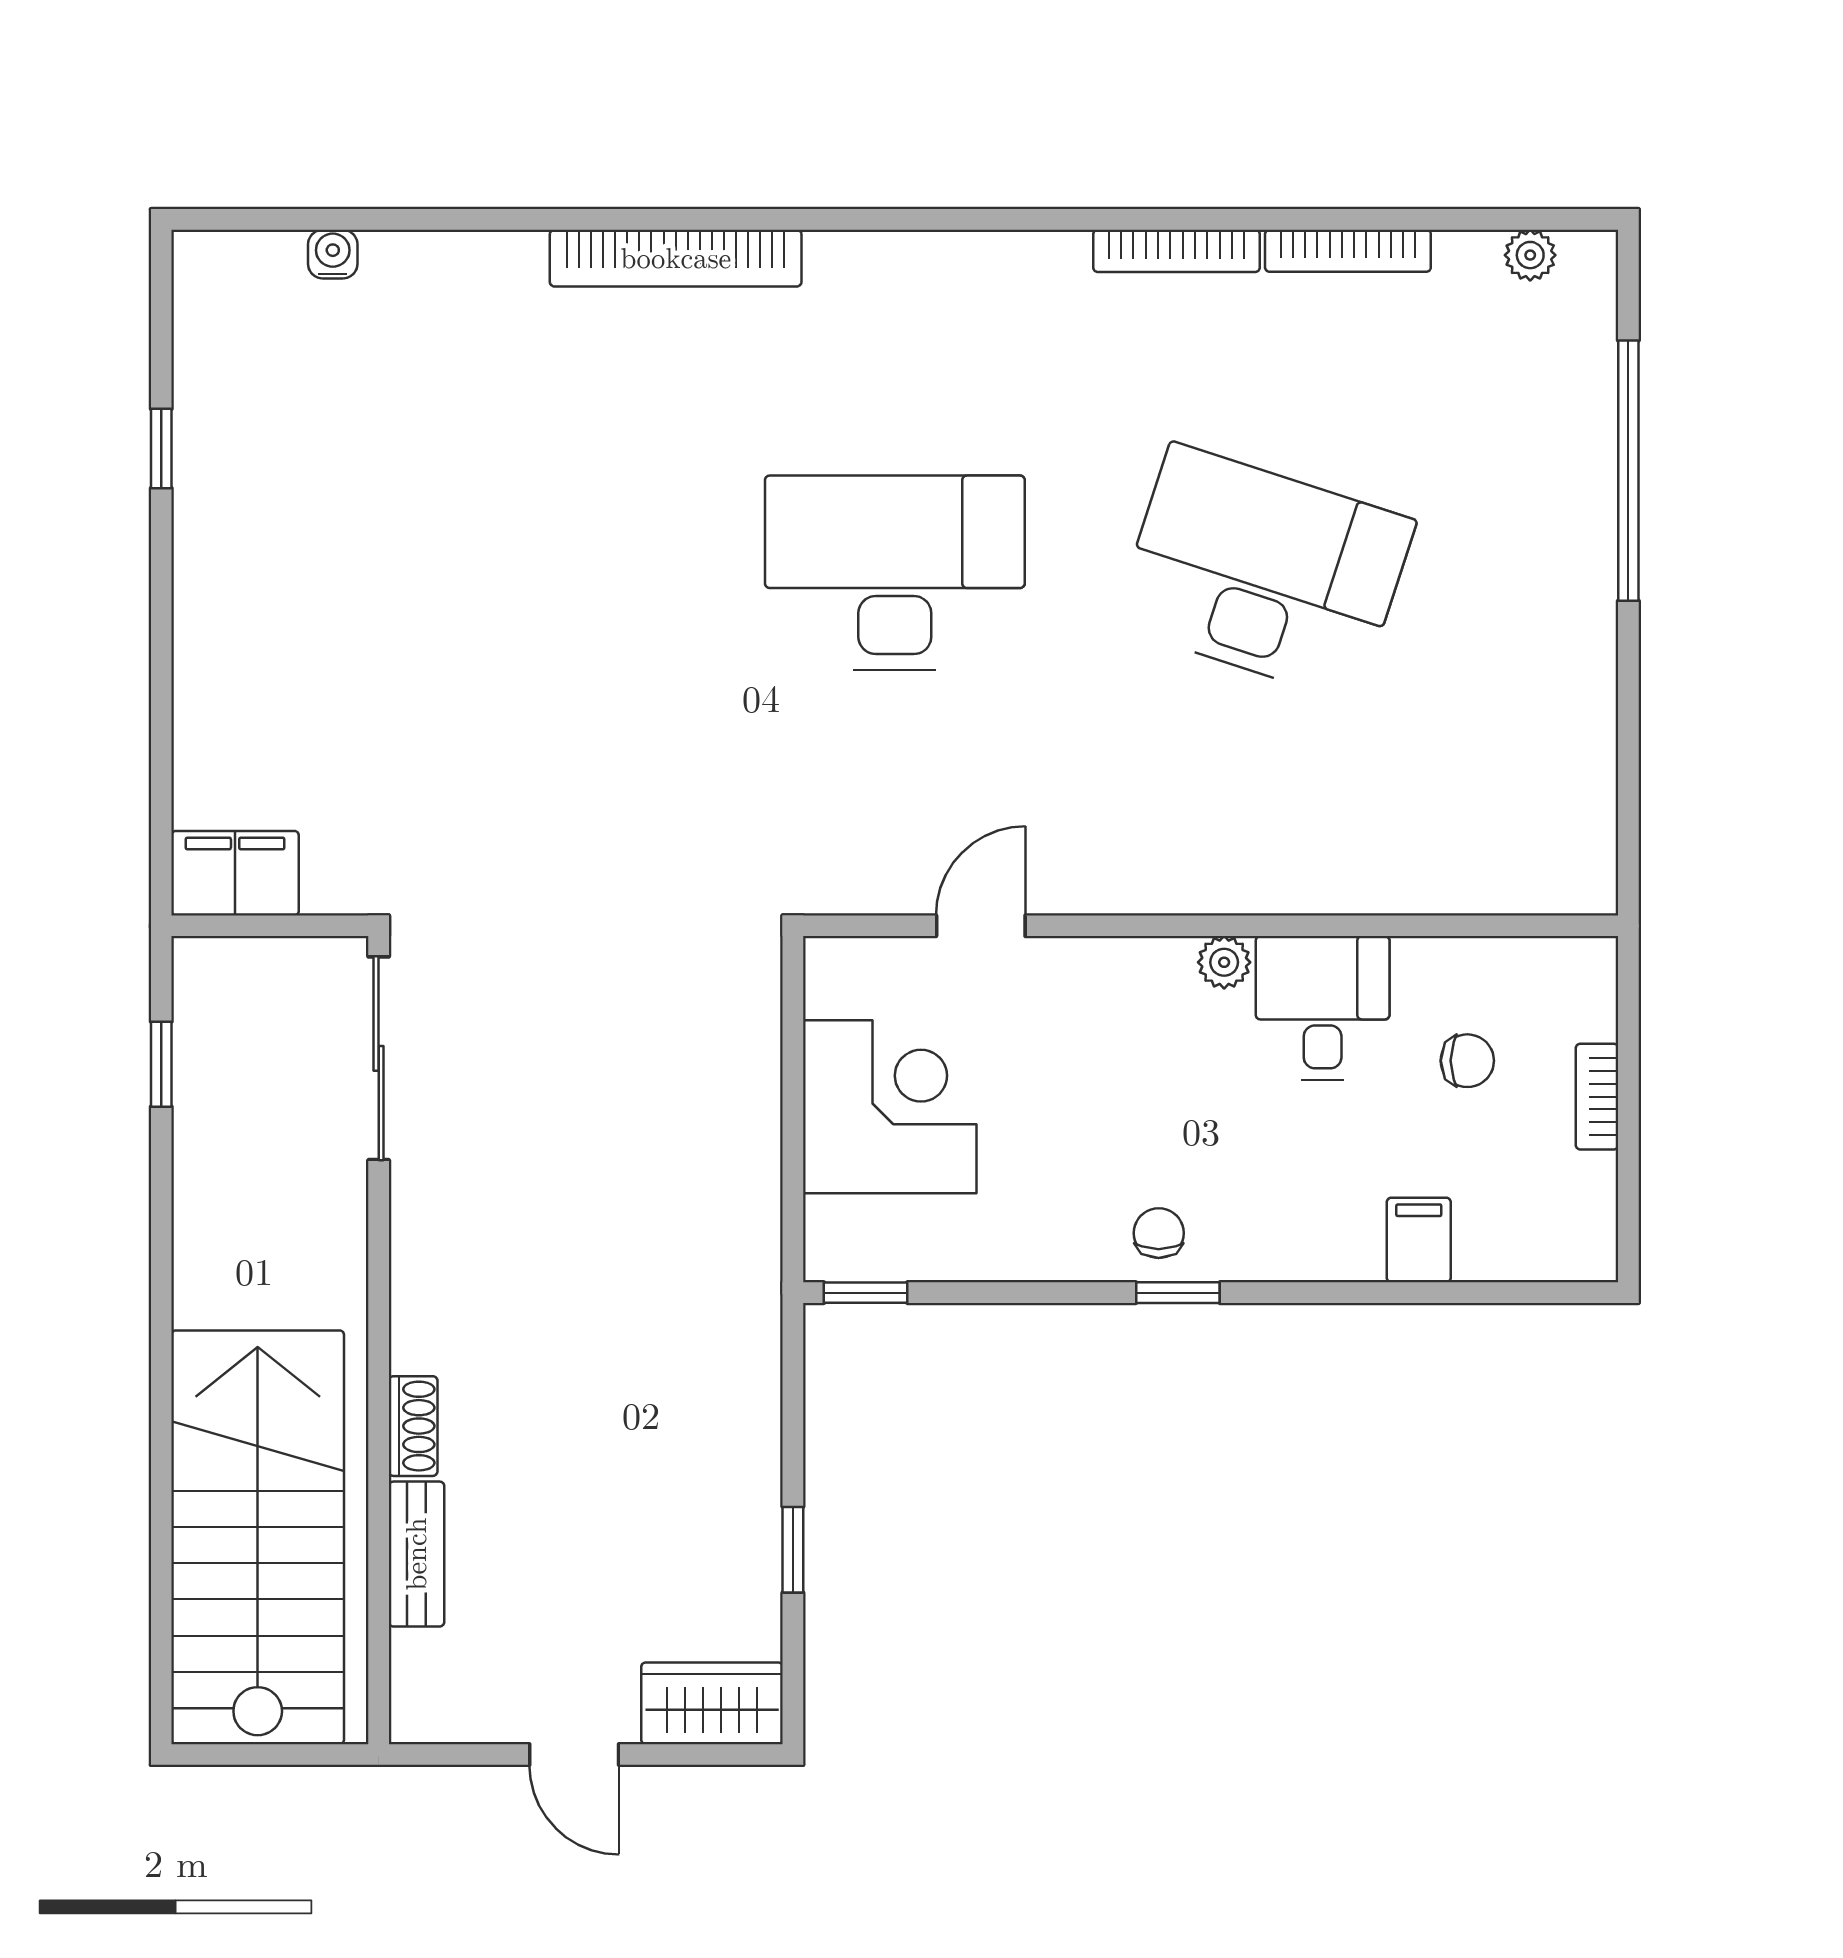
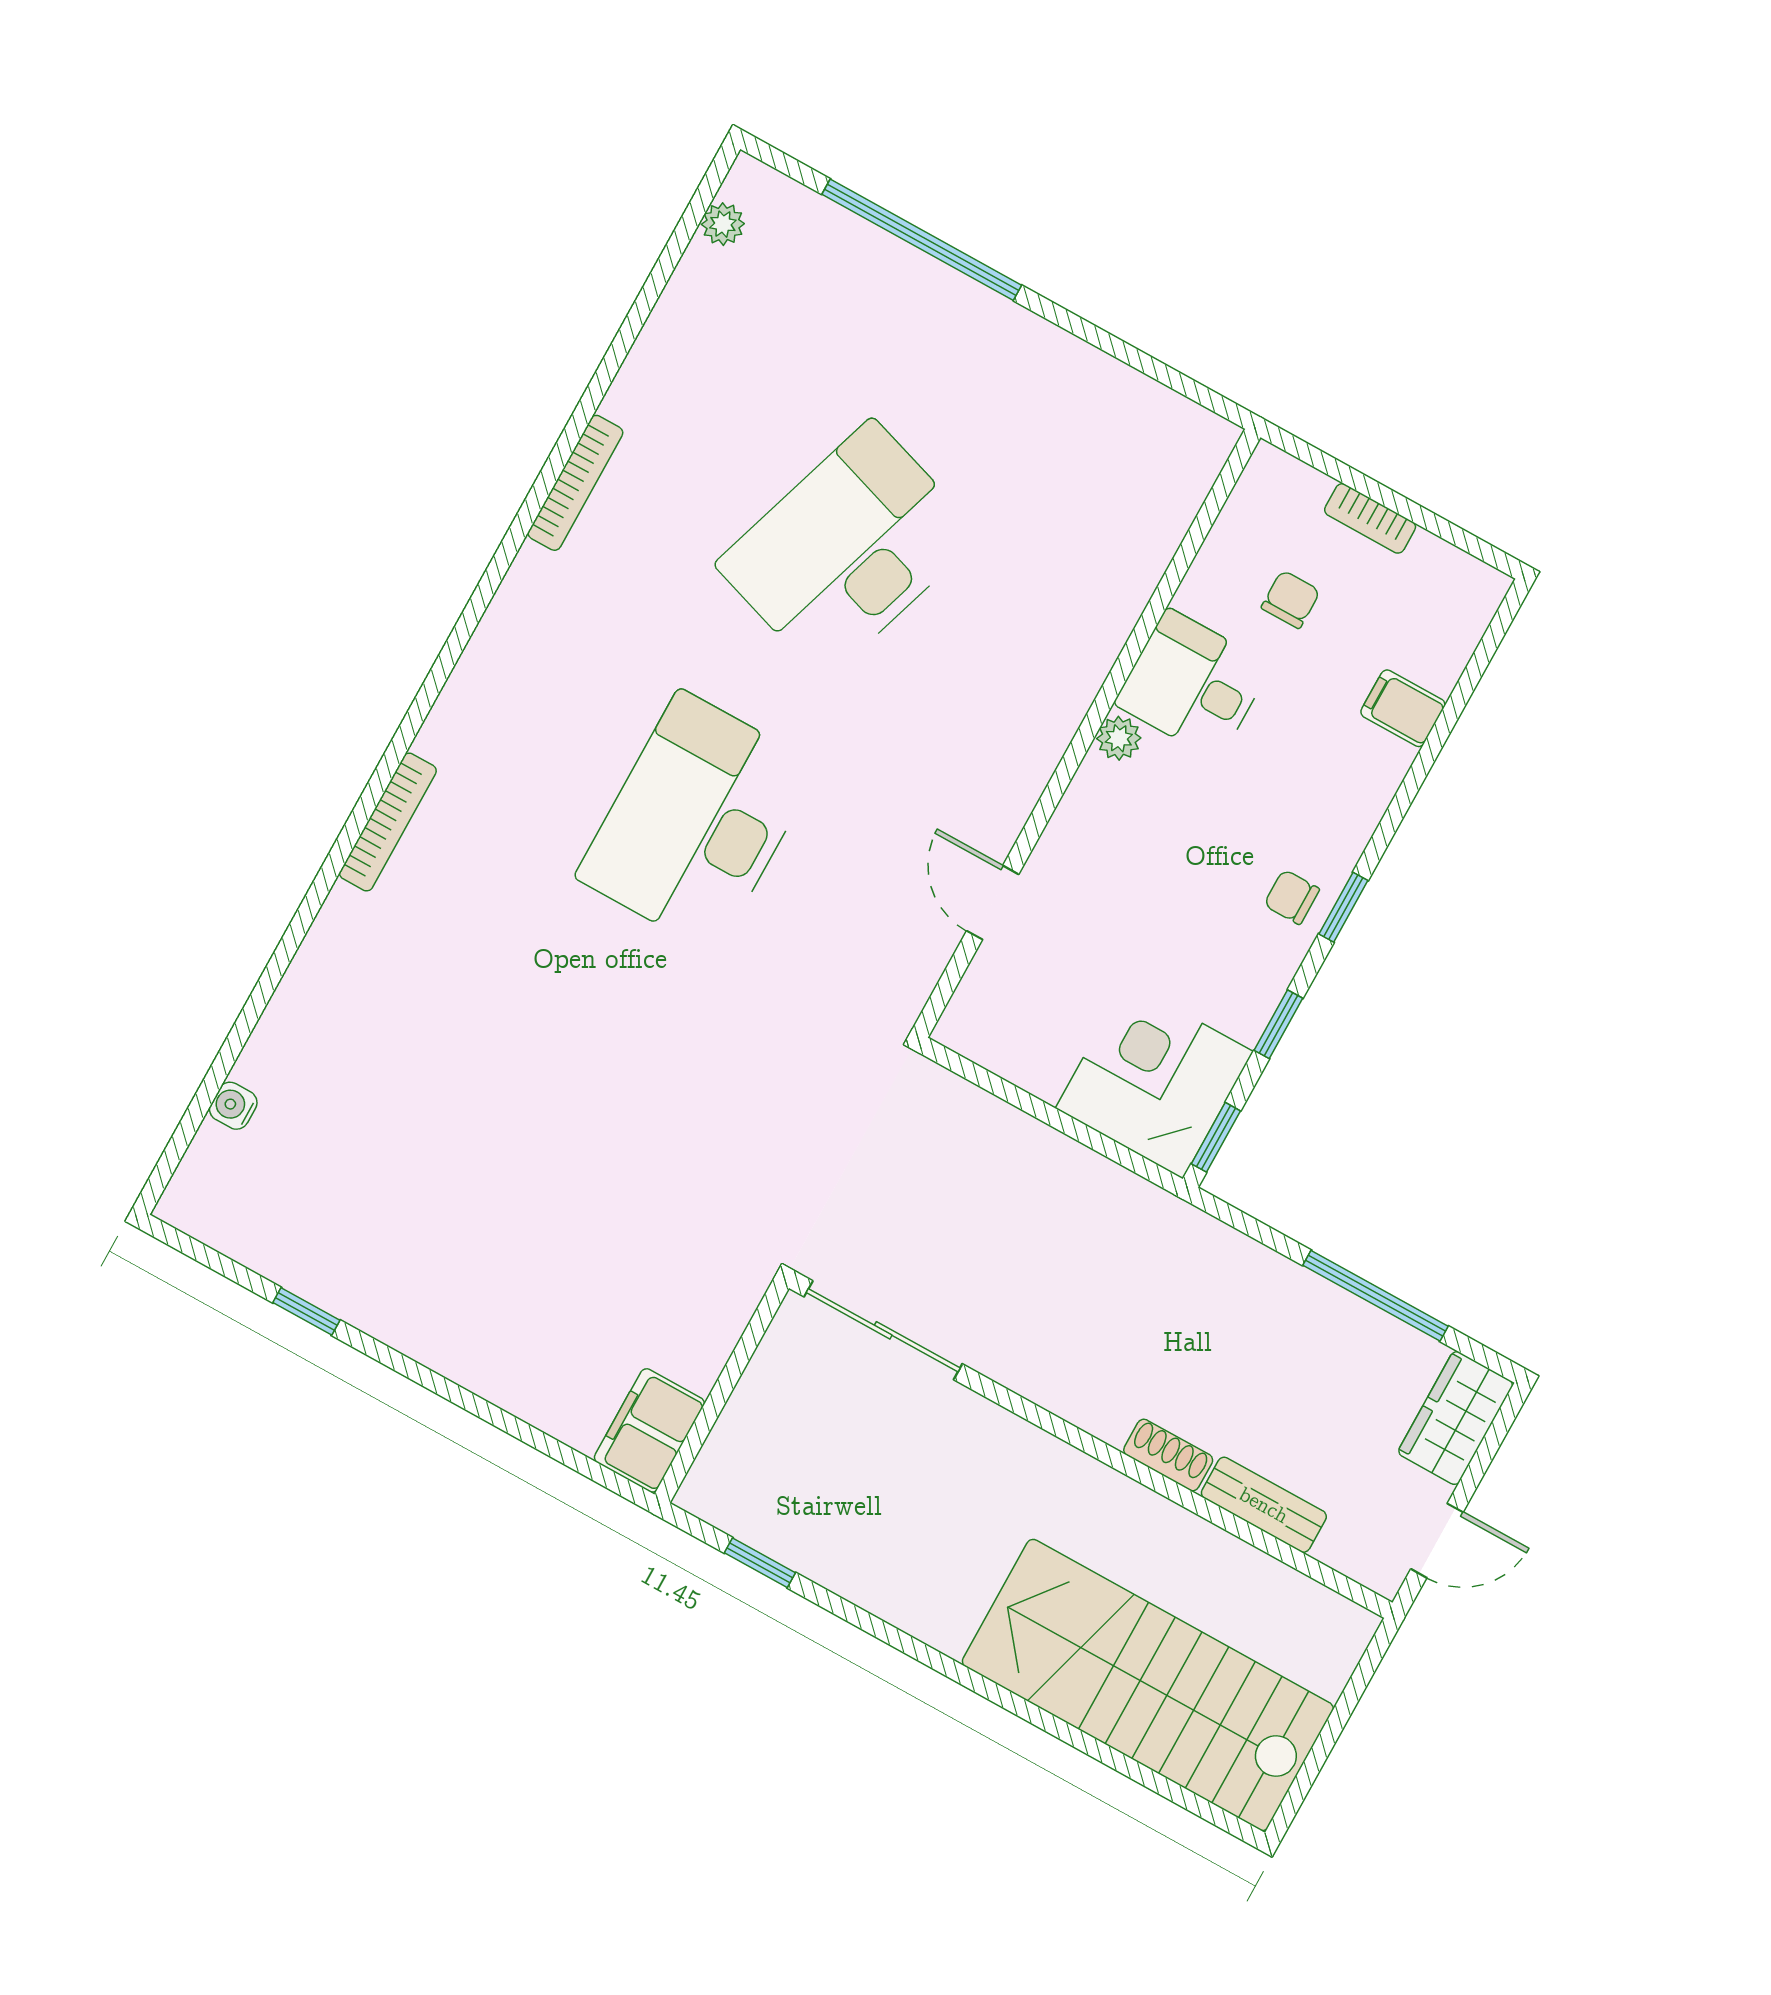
bookcase: (1348, 251) -> (645, 357), removed
bookcase: (676, 258) -> (388, 822), width x0.68, depth x0.76
sliding door: (379, 1058) -> (883, 1330), moved
corner desk: (890, 1107) -> (1154, 1080), moved
window: (1019, 1293) -> (1278, 1024), added
wall: (379, 1340) -> (1091, 1445), moved
shoe rack: (413, 1426) -> (1168, 1455), moved
window: (793, 1550) -> (1376, 1296), width x2.17
bench: (416, 1554) -> (1264, 1505), moved

